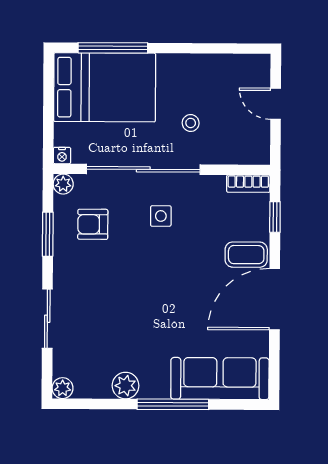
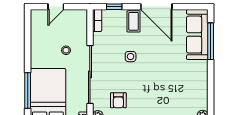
side table: (161, 216) -> (131, 57), moved
plant: (126, 386) -> (201, 83), removed
window: (173, 404) -> (211, 41), moved

